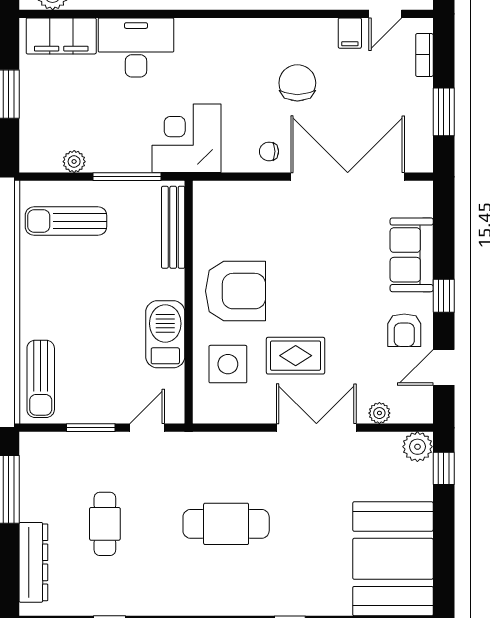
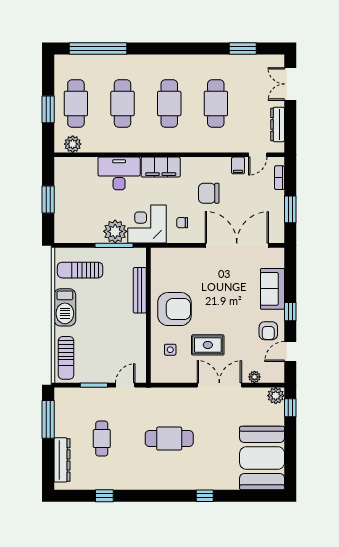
filing cabinet: (61, 36) -> (161, 167), moved
chair: (297, 83) -> (209, 193), turned -90
chair: (269, 151) -> (182, 223), moved
plant: (74, 162) -> (115, 231), moved, width x1.88, depth x1.88
bench: (173, 227) -> (140, 290), moved
barbecue: (165, 334) -> (65, 307), moved, turned 180
side table: (228, 364) -> (170, 350), width x0.54, depth x0.54

